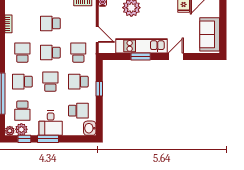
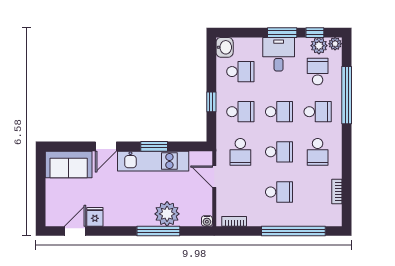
sofa: (210, 34) -> (69, 164), moved, turned 90
school desk: (50, 82) -> (279, 112), turned -90
school desk: (78, 111) -> (240, 72), turned 180

